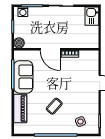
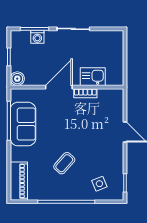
washing machine: (23, 12) -> (37, 37), moved
kitchen sink: (92, 16) -> (93, 77), moved, turned 90
door: (50, 49) -> (59, 87), swing flipped
piano: (20, 109) -> (19, 181), moved

